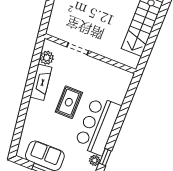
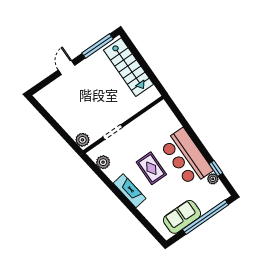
plant: (54, 28) -> (83, 140), added
fireplace: (41, 82) -> (130, 191), moved

